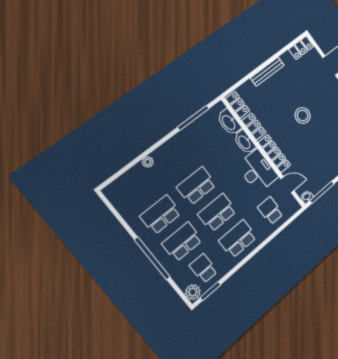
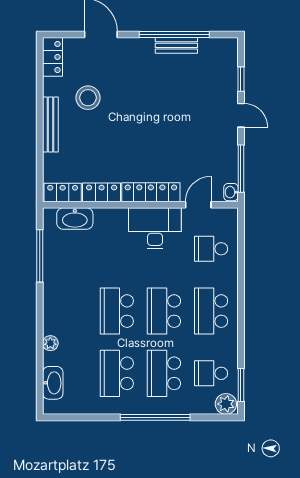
stool: (303, 115) -> (88, 98), moved
washbasin: (245, 142) -> (53, 383), moved, turned -90

